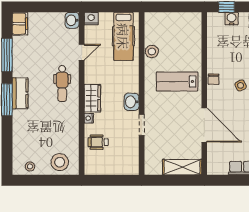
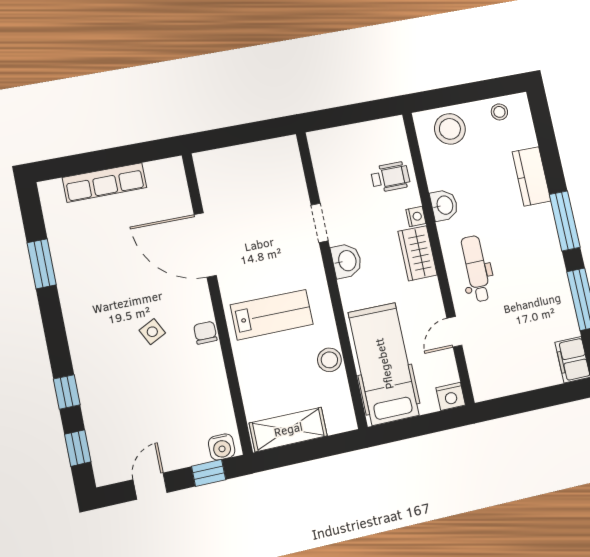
water cooler: (232, 19) -> (222, 447), moved
washbasin: (72, 20) -> (444, 205), moved
hospital bed: (123, 36) -> (384, 364), width x1.37, depth x1.29
kitchen counter: (20, 93) -> (531, 176), moved
shelving: (182, 167) -> (288, 429), moved

